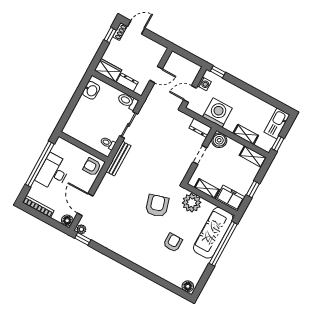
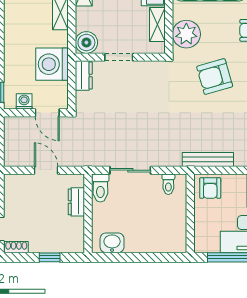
window: (110, 35) -> (50, 257), moved
wardrobe: (108, 70) -> (74, 235), removed
bench: (118, 159) -> (208, 159), moved

